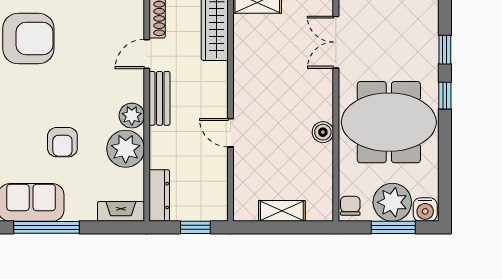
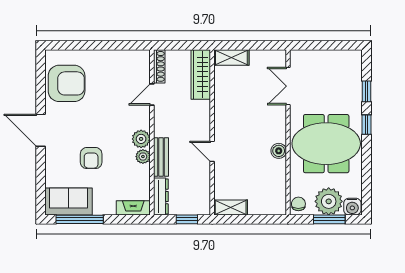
bench: (159, 98) -> (161, 157), moved
plant: (126, 149) -> (143, 157), width x0.53, depth x0.53
shelving: (282, 211) -> (231, 208), moved

